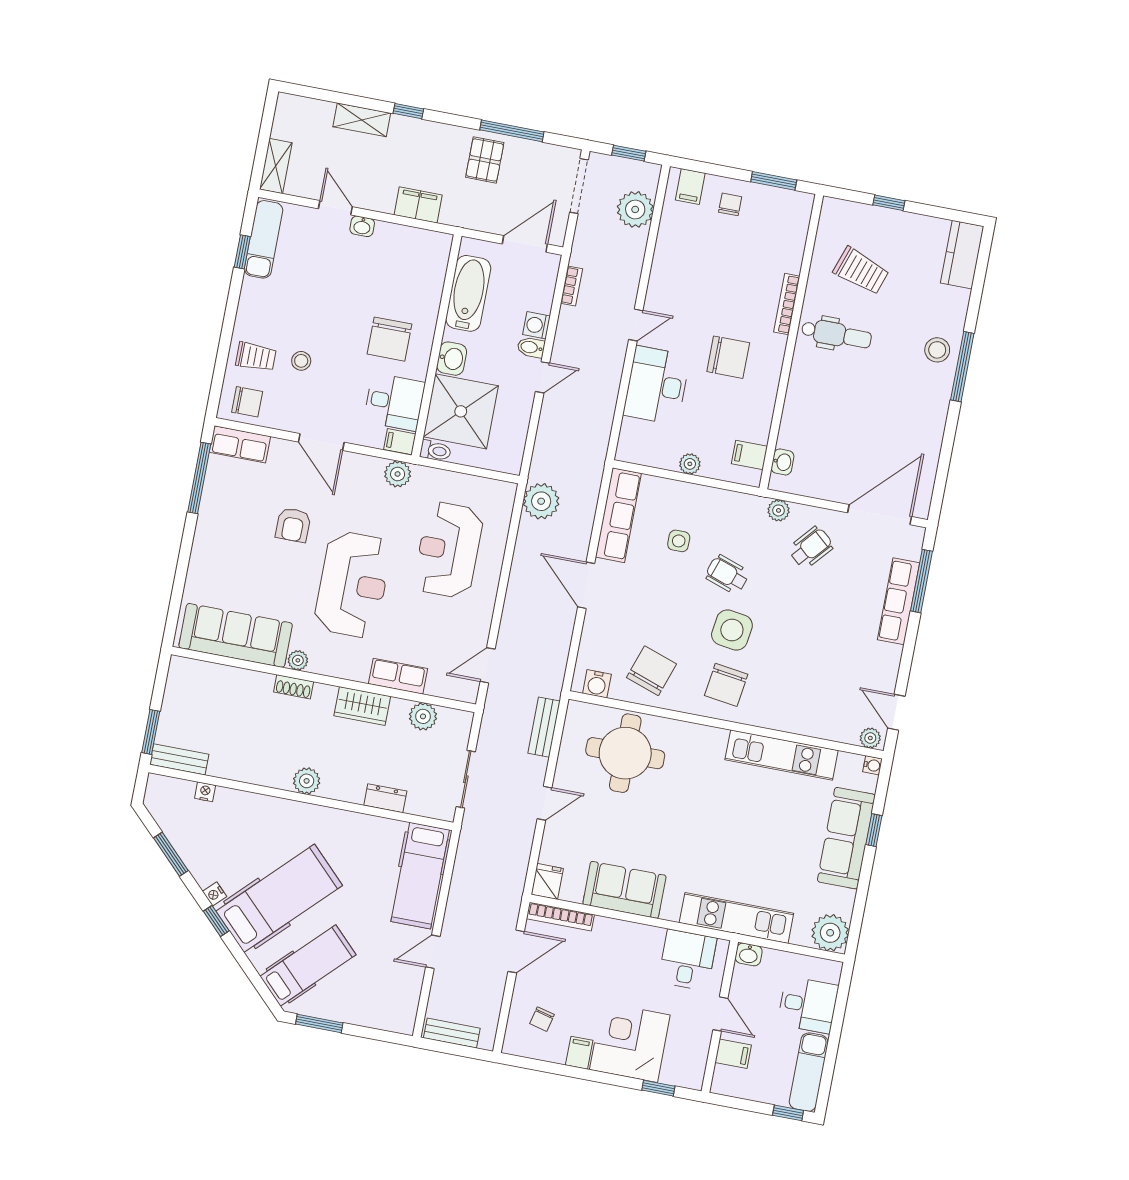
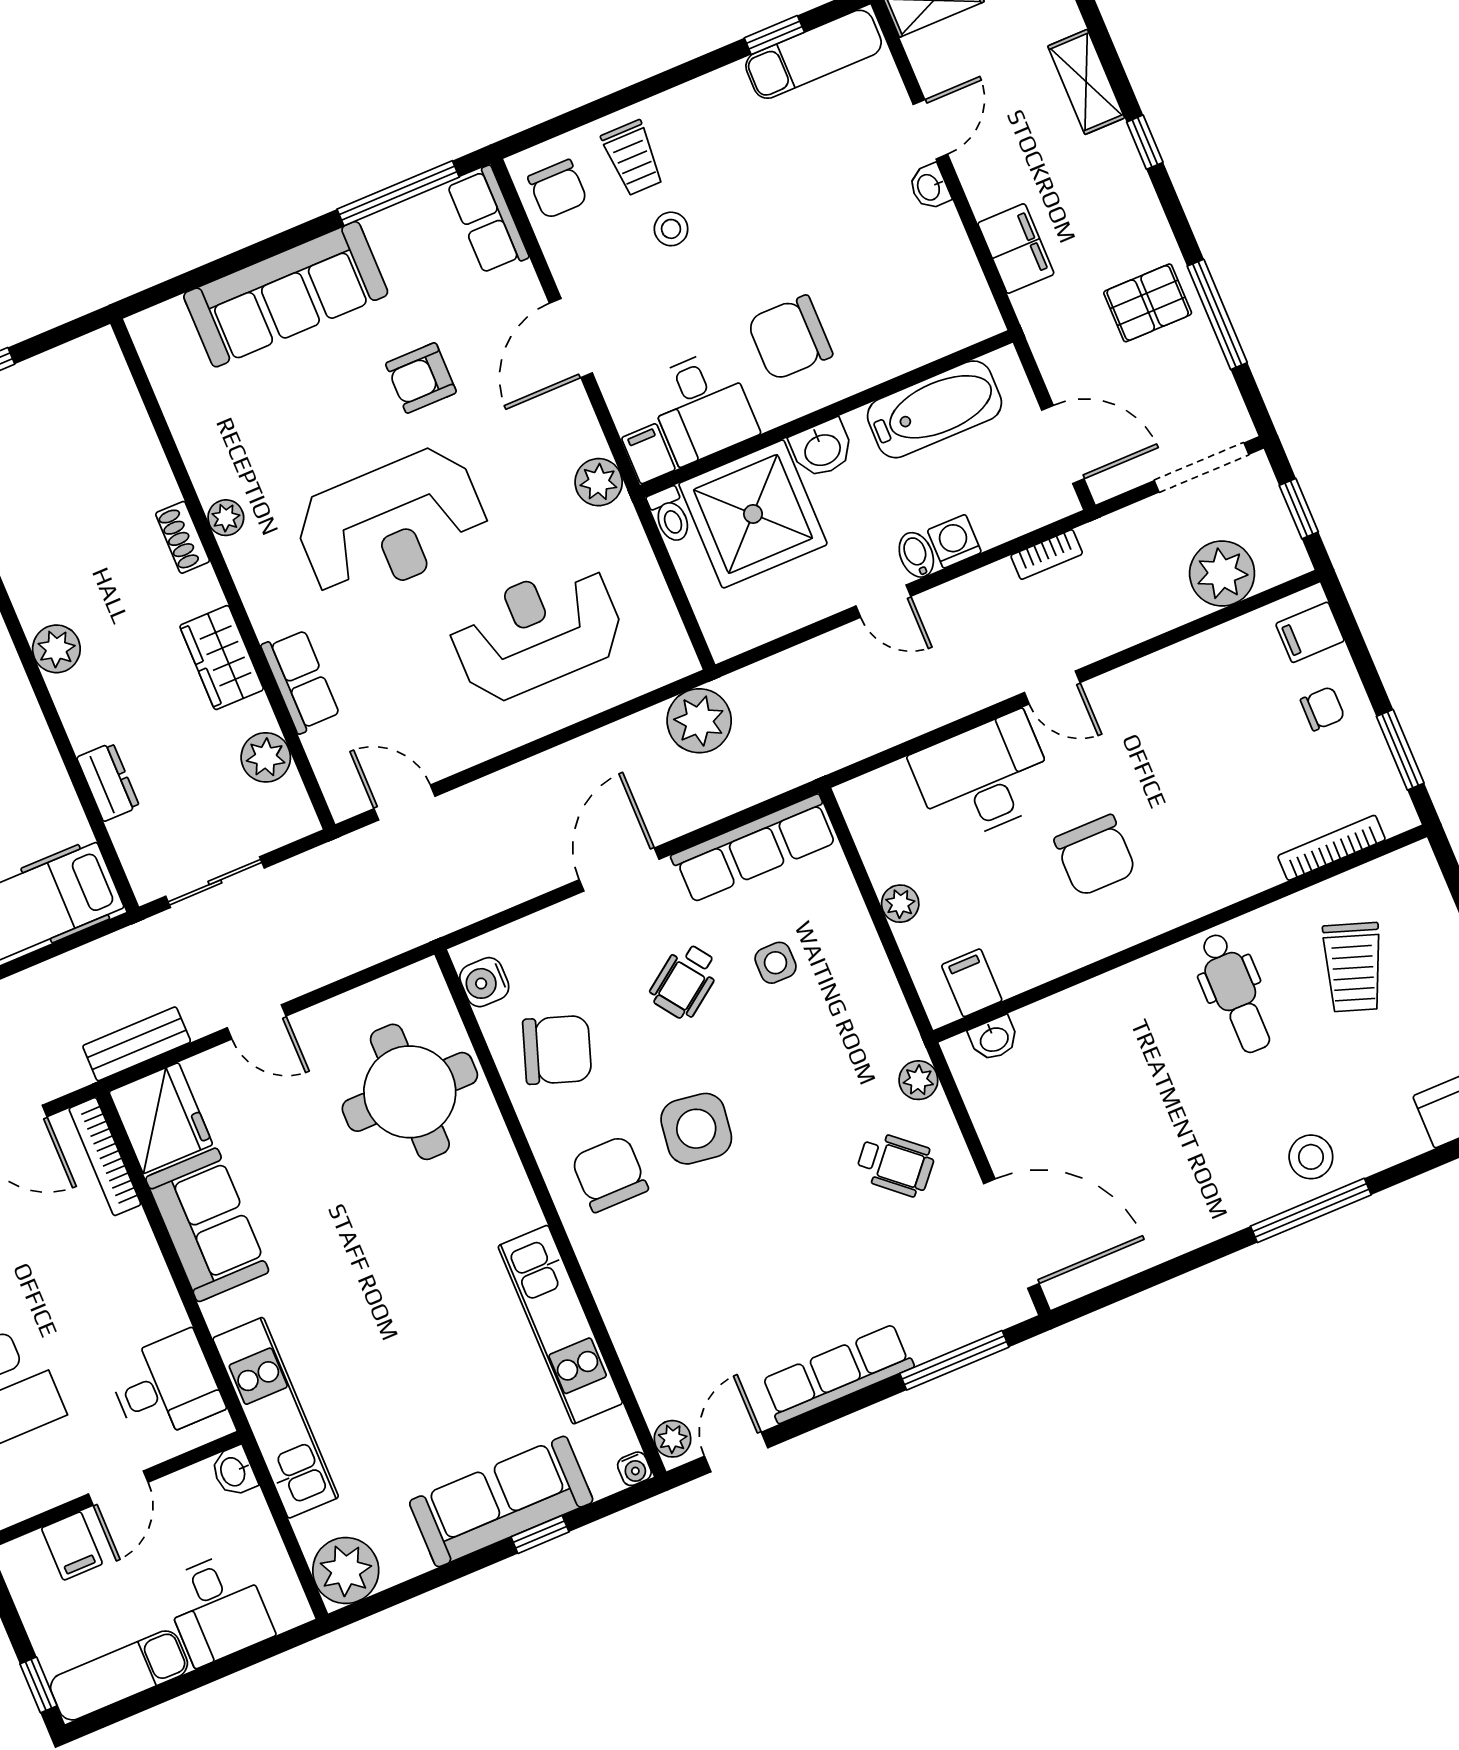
bookcase: (787, 304) -> (1332, 848), moved
wheelchair: (727, 574) -> (685, 981), moved, turned -145
row of seats: (899, 601) -> (837, 1374), moved
sofa: (236, 635) -> (286, 294), moved, turned 90
chair: (726, 685) -> (610, 1174), turned 82
bench: (544, 727) -> (137, 1044), moved
fridge: (547, 881) -> (161, 1118), width x1.88, depth x1.34

